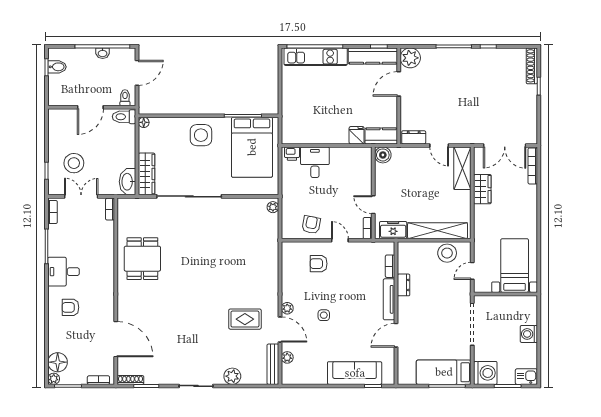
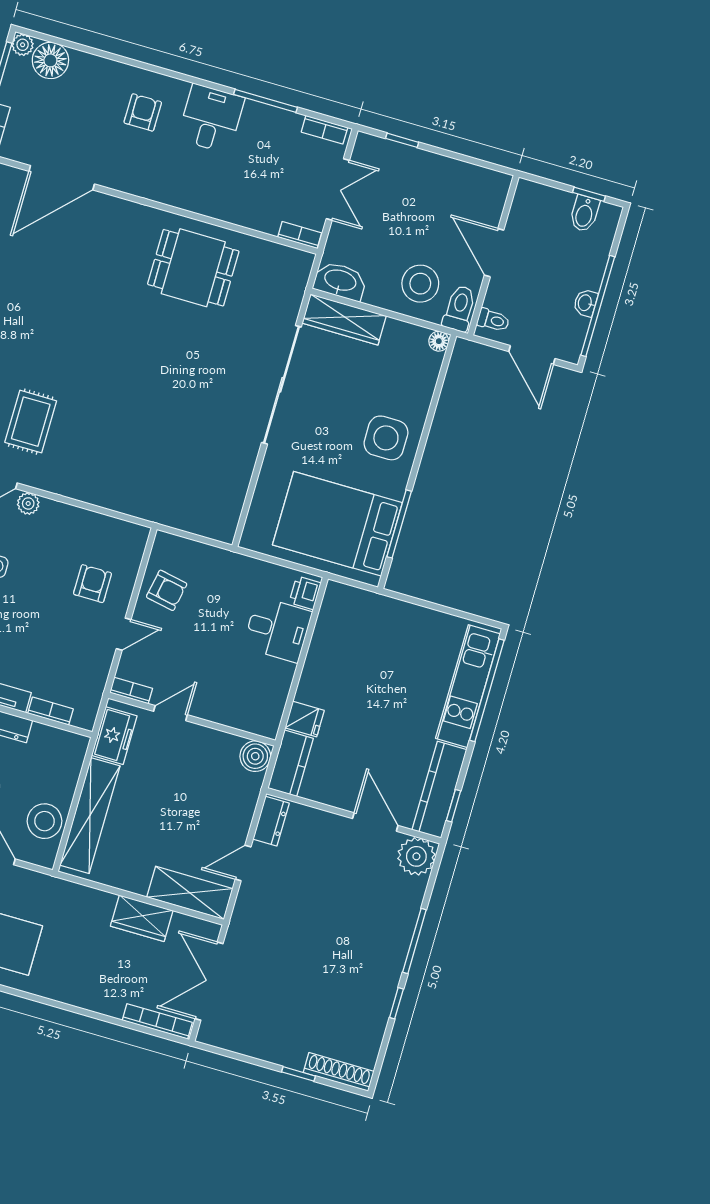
stool: (74, 163) -> (420, 284), moved
plant: (273, 207) -> (218, 530), removed

